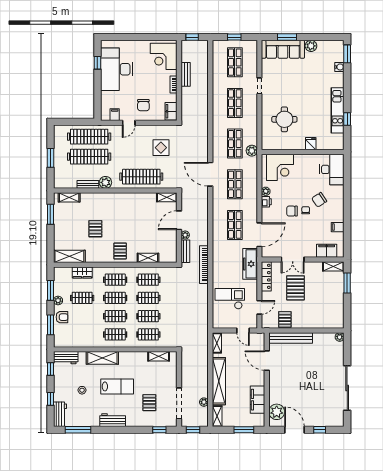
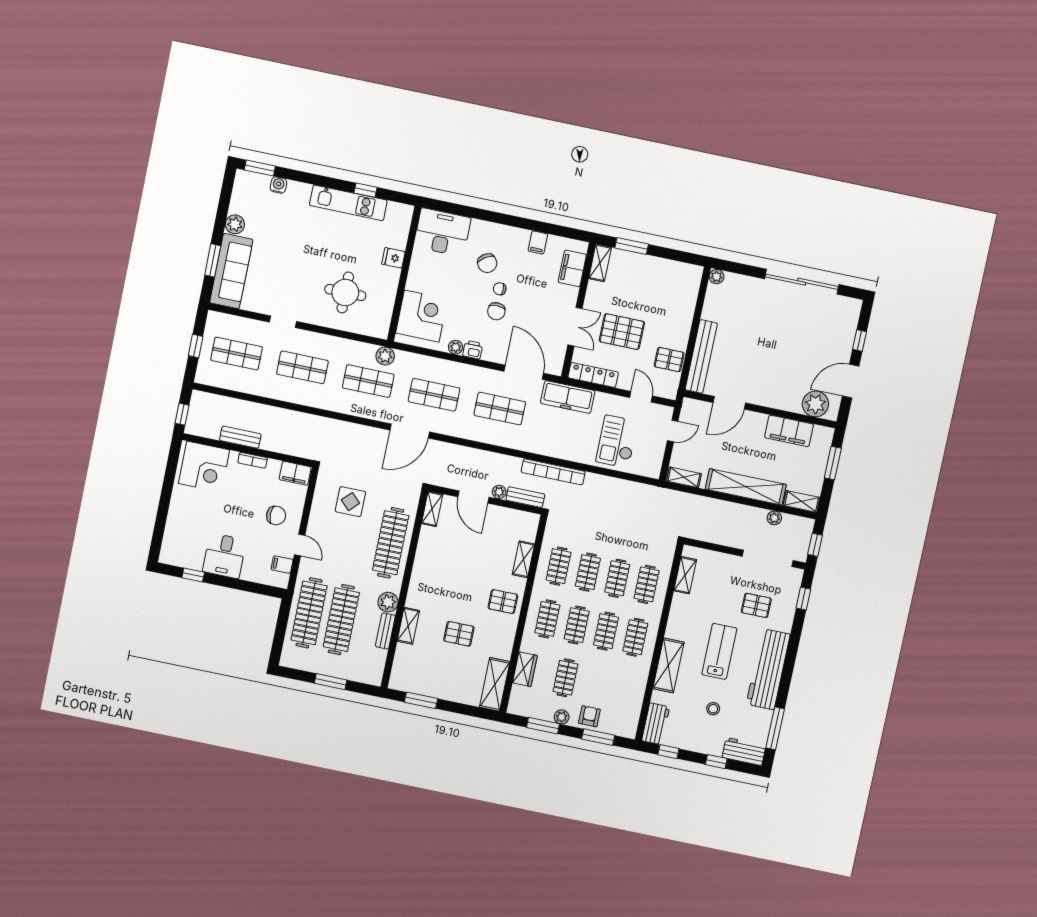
desk: (117, 69) -> (224, 556), width x0.53, depth x0.77
shelving: (69, 197) -> (408, 626), moved
workbench: (113, 420) -> (768, 669), width x1.87, depth x1.32

